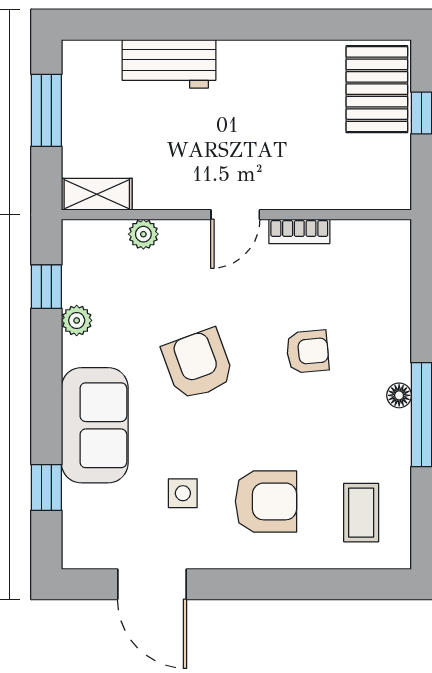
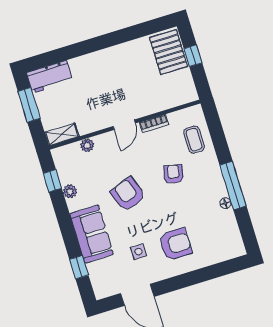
workbench: (169, 64) -> (49, 77), moved
armchair: (308, 351) -> (173, 174), turned -72
floor lamp: (399, 395) -> (225, 203), moved
coffee table: (361, 513) -> (194, 140), moved

